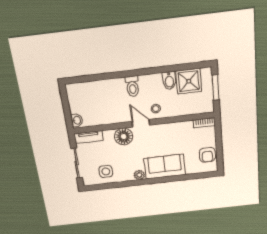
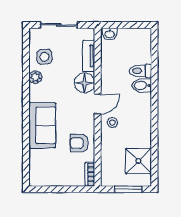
bidet: (169, 80) -> (142, 85), moved
toilet: (132, 86) -> (140, 71), moved
tv unit: (89, 137) -> (89, 56), moved
armchair: (207, 155) -> (79, 143), moved
plant: (139, 175) -> (35, 77), moved

